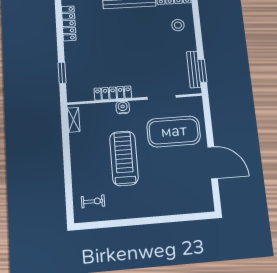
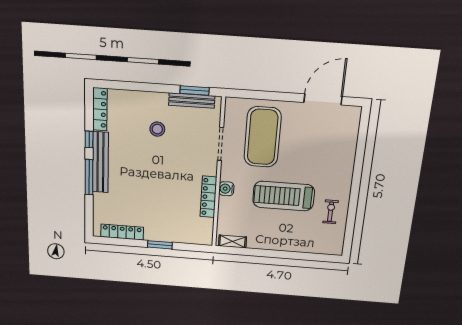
stool: (178, 25) -> (157, 129), moved
window: (62, 73) -> (160, 245), moved
door: (213, 163) -> (323, 99), moved
exercise bike: (93, 201) -> (331, 212), moved

